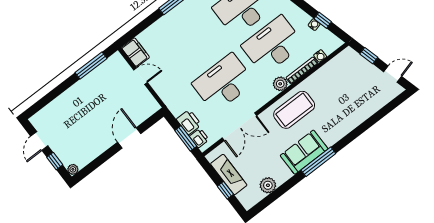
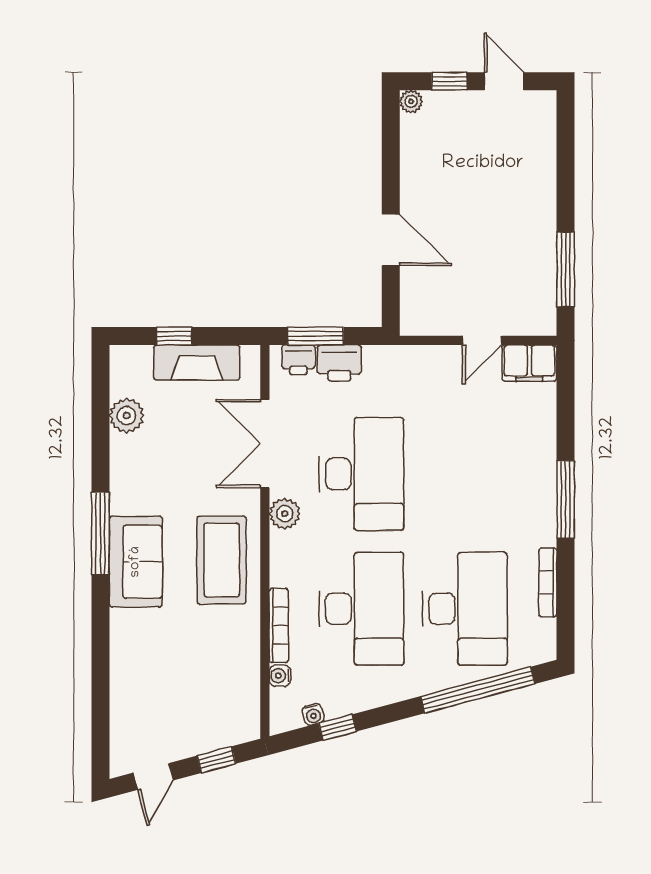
water cooler: (314, 25) -> (313, 714), moved
plant: (280, 84) -> (285, 514), moved
sofa: (304, 152) -> (136, 562), moved

